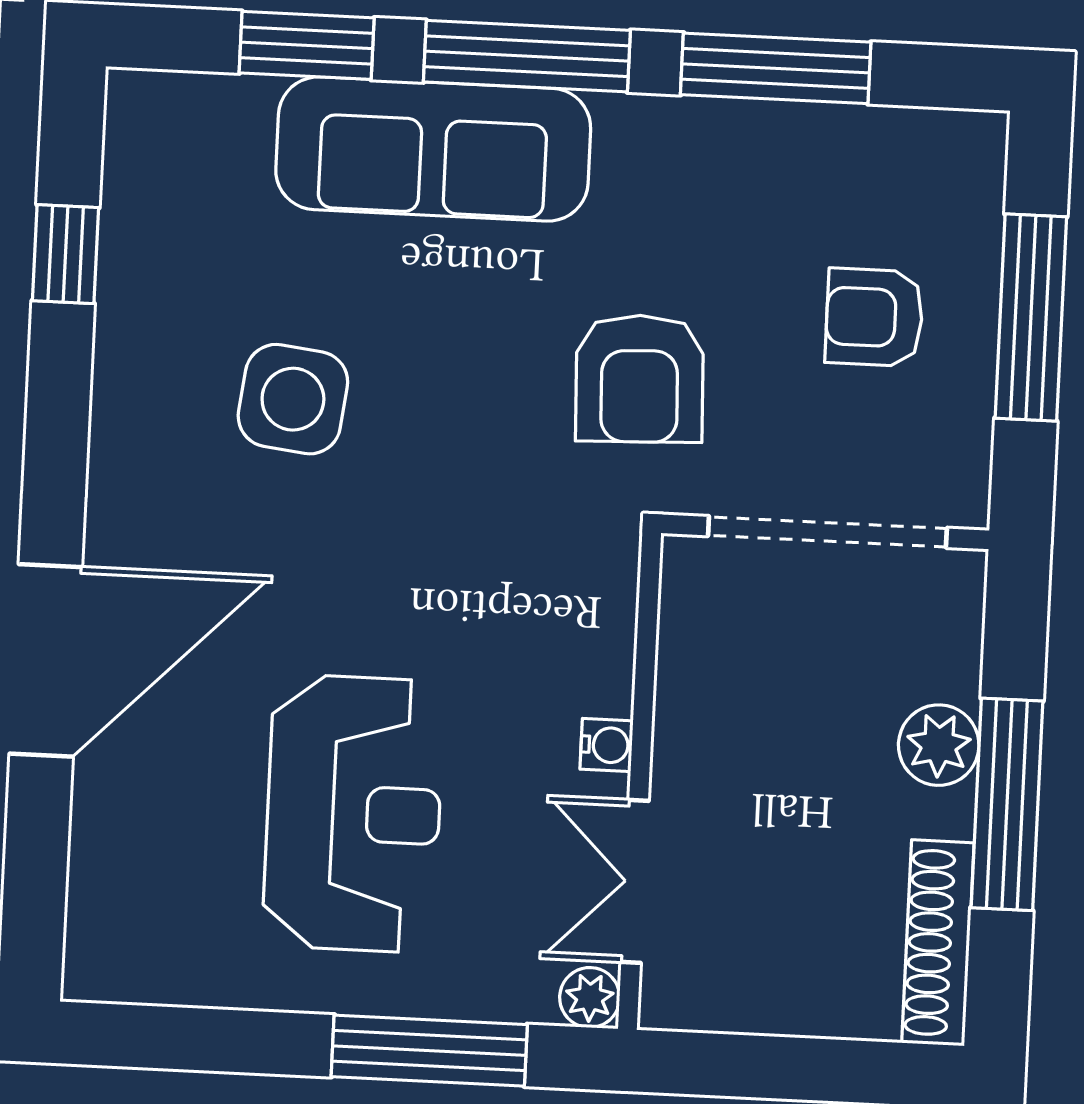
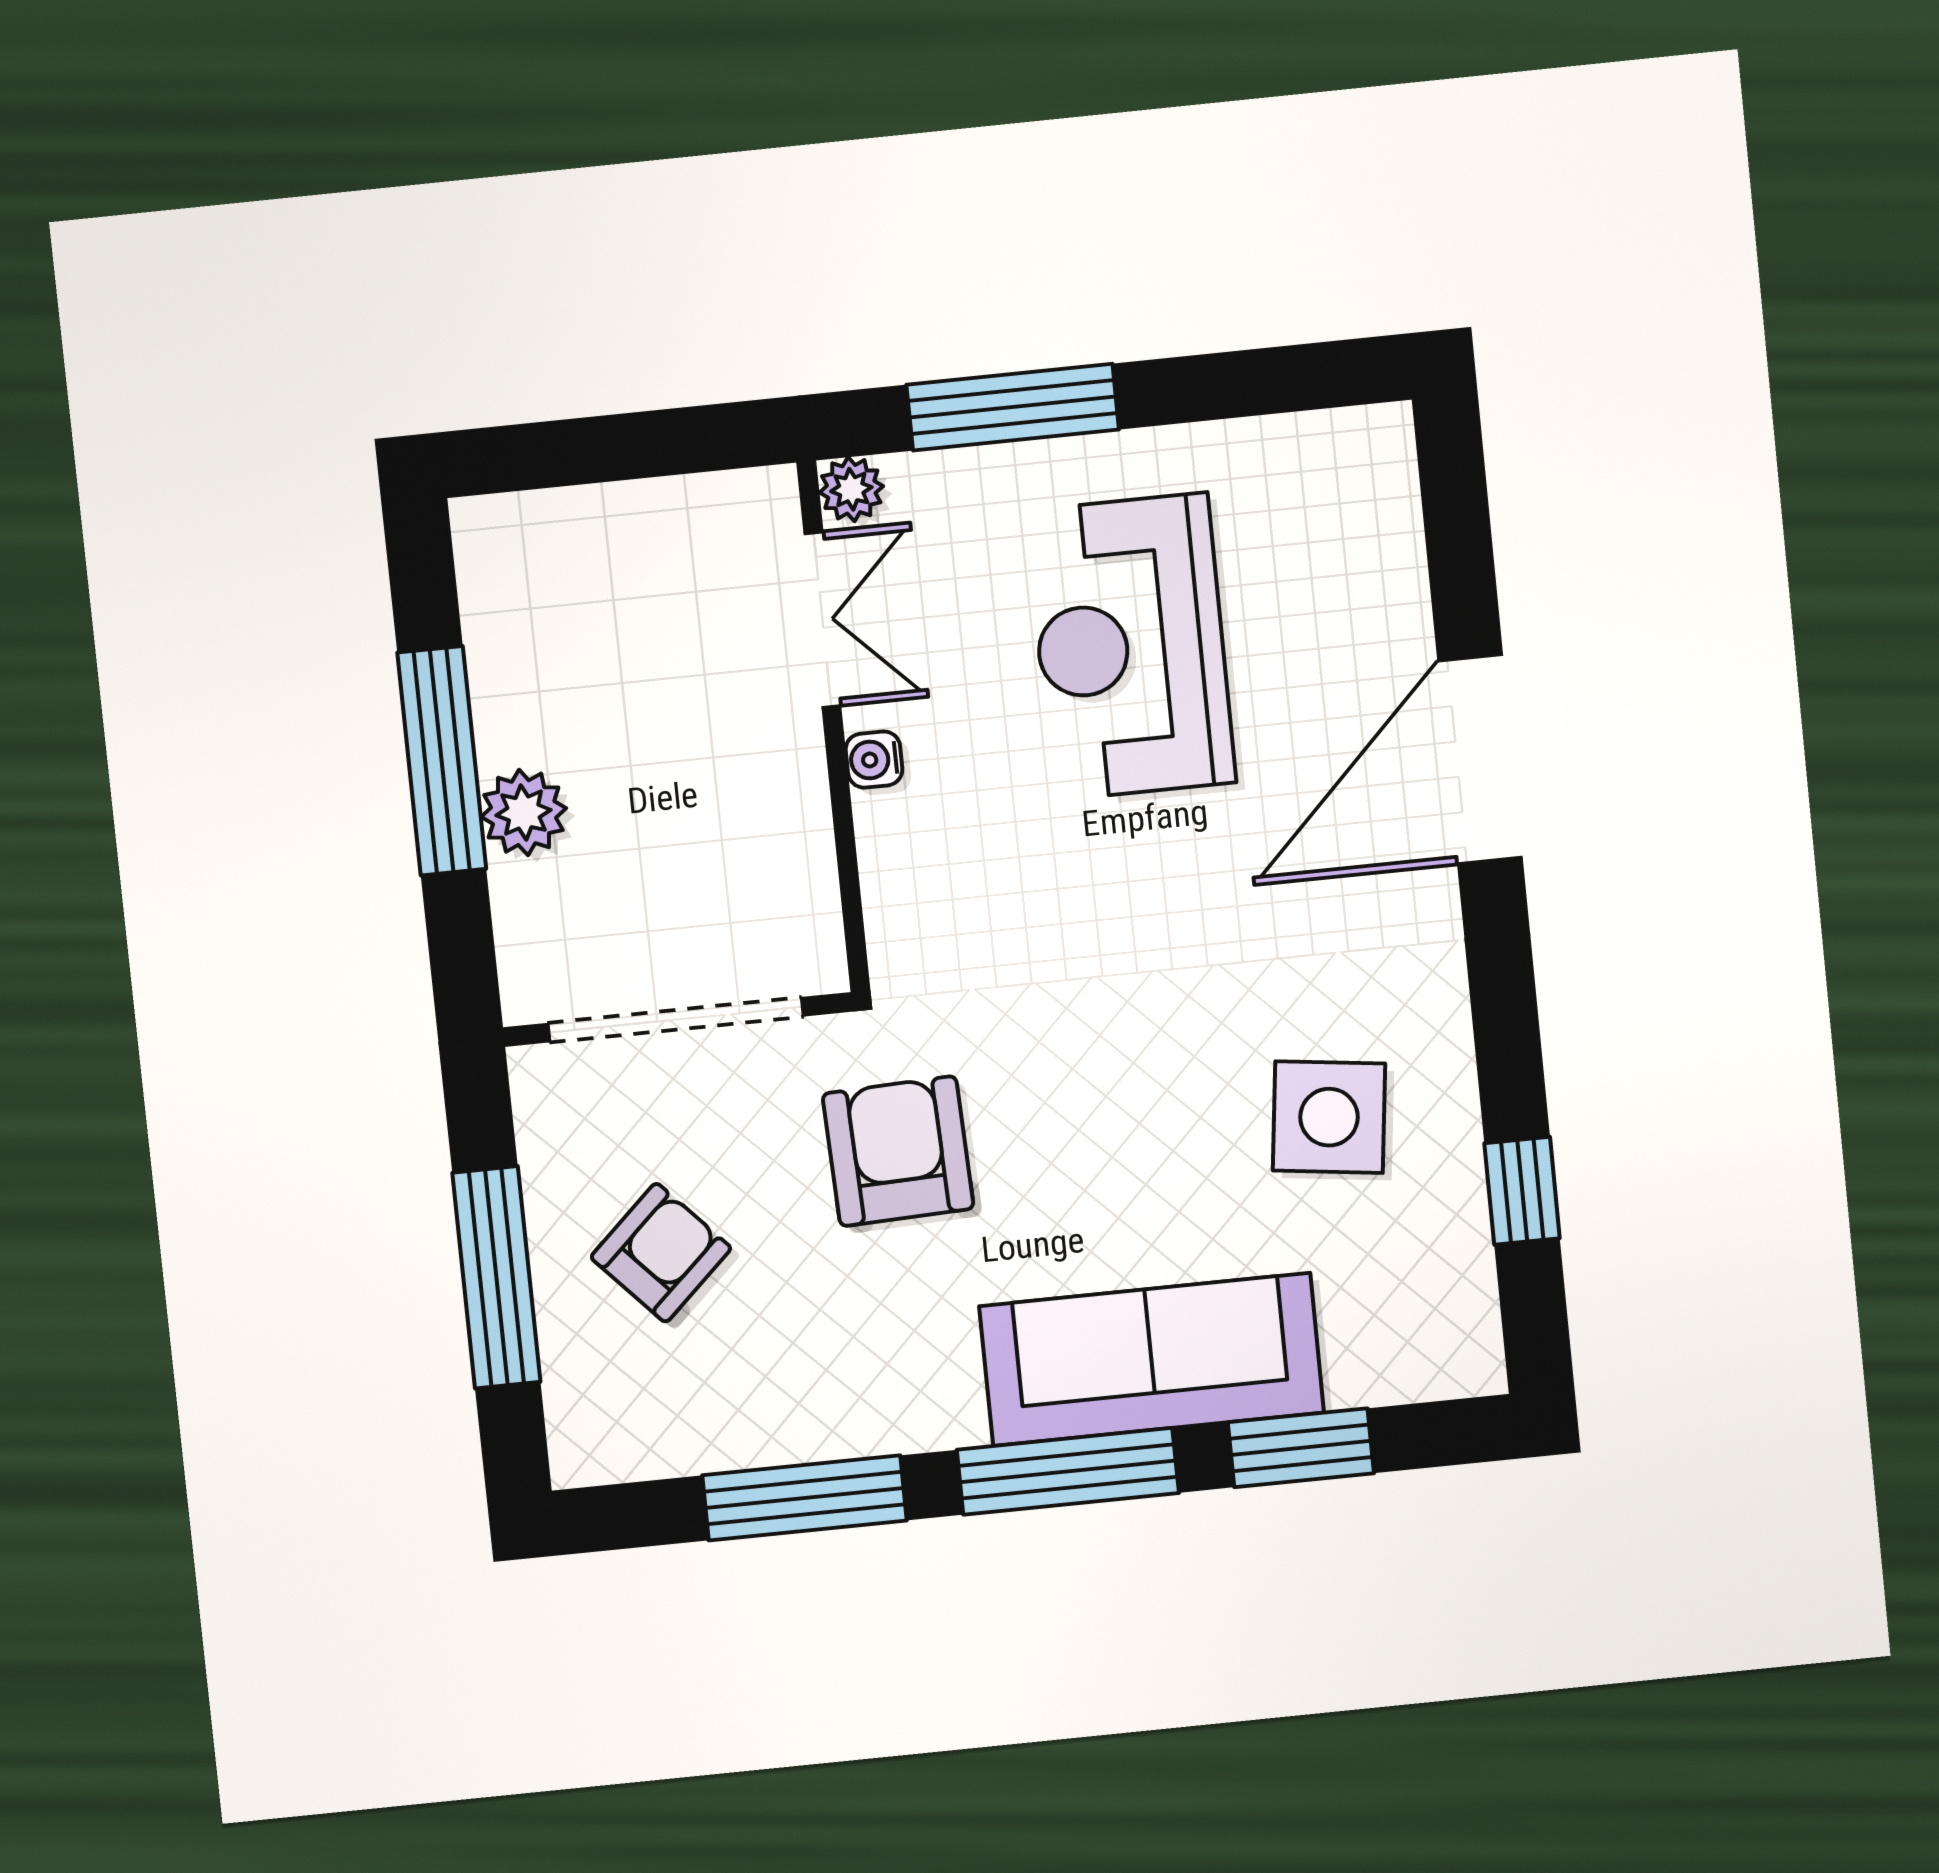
armchair: (874, 317) -> (661, 1253), turned -43
side table: (293, 399) -> (1329, 1117), moved
shoe rack: (938, 943) -> (492, 603), removed

